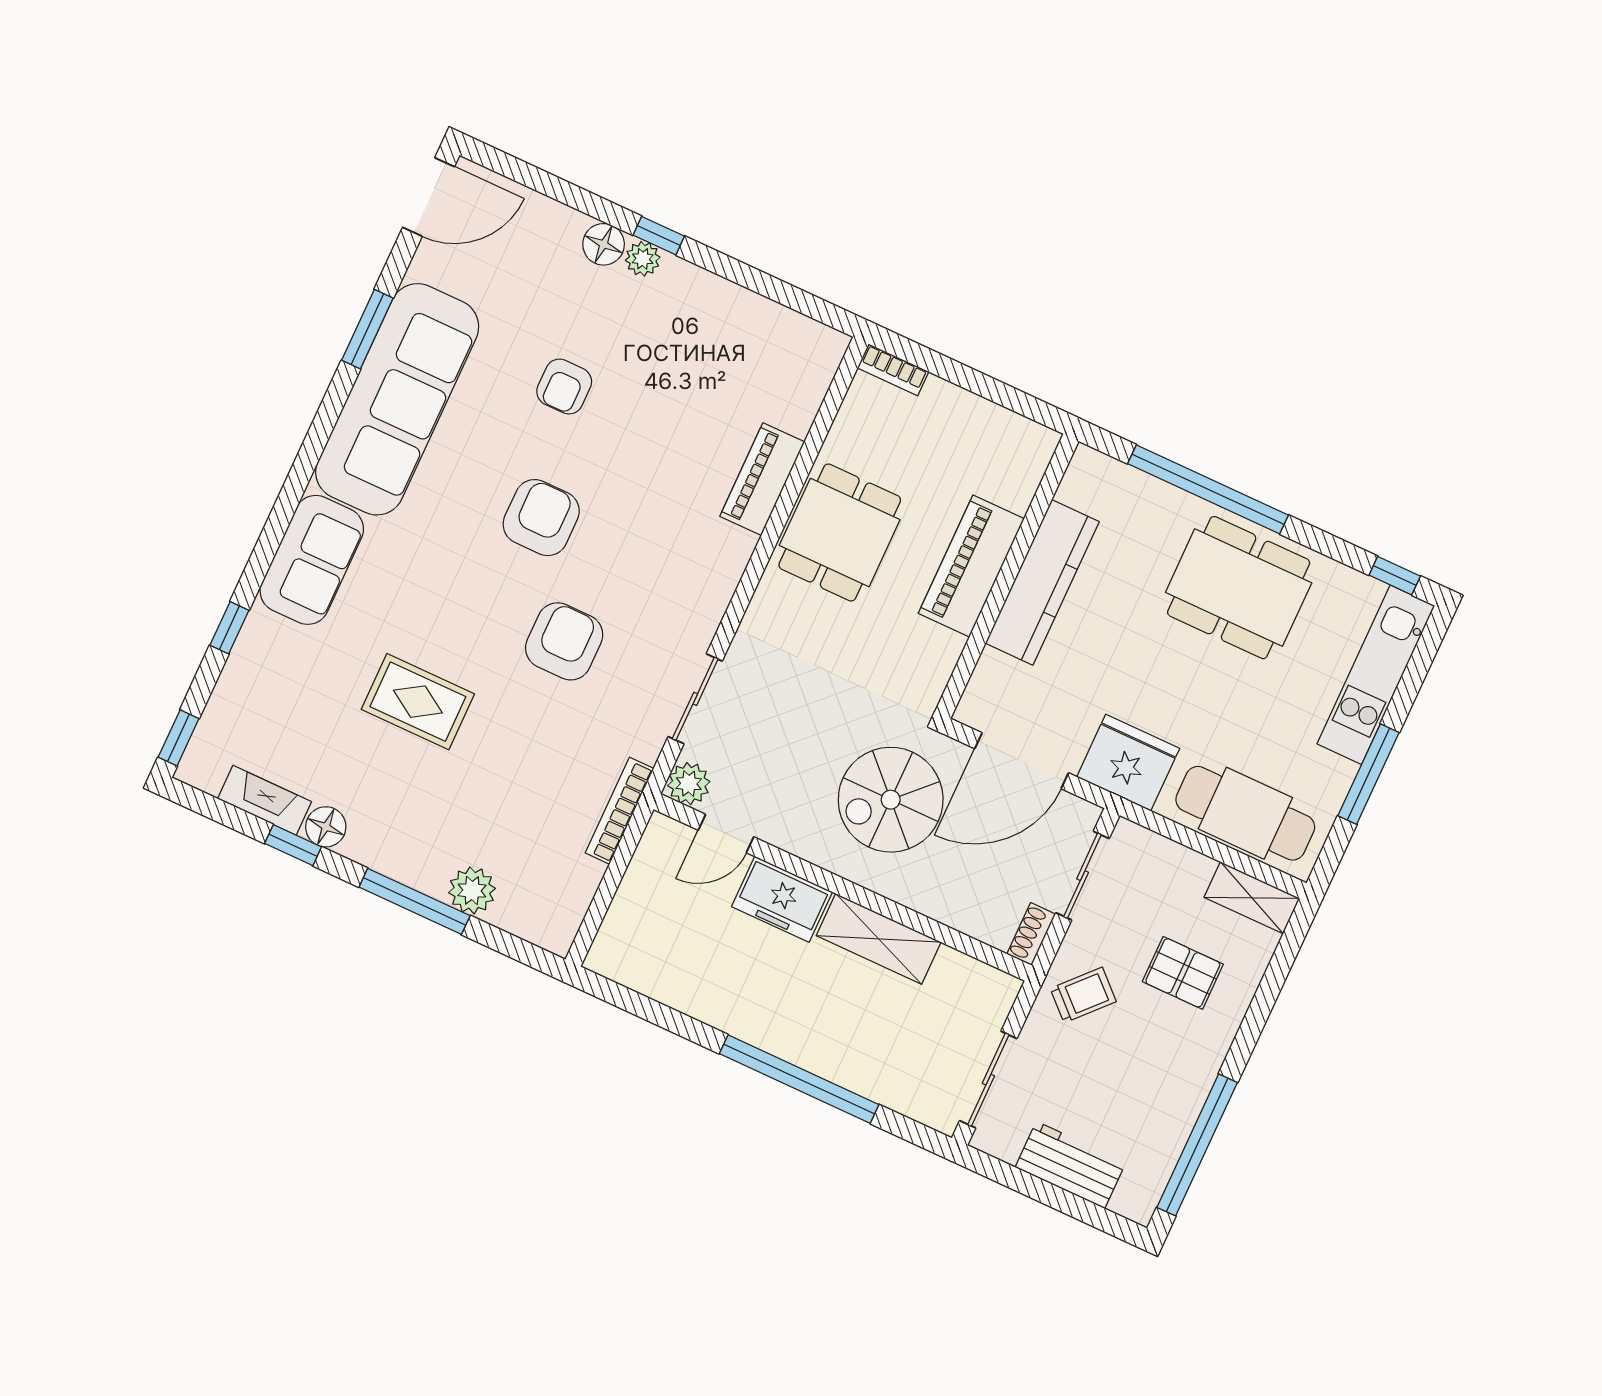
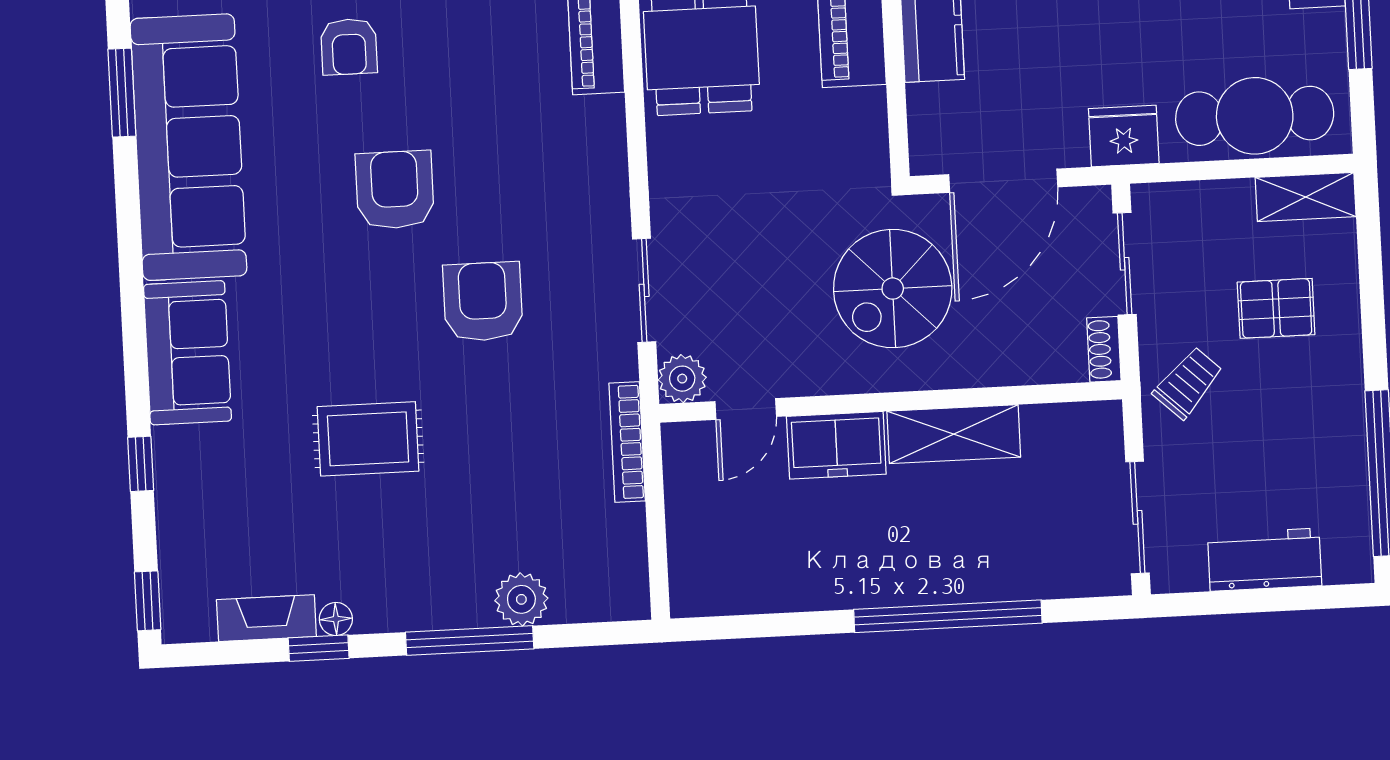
fridge: (1128, 763) -> (1124, 136), width x0.73, depth x0.75
floor lamp: (326, 827) -> (336, 619), width x0.73, depth x0.73

